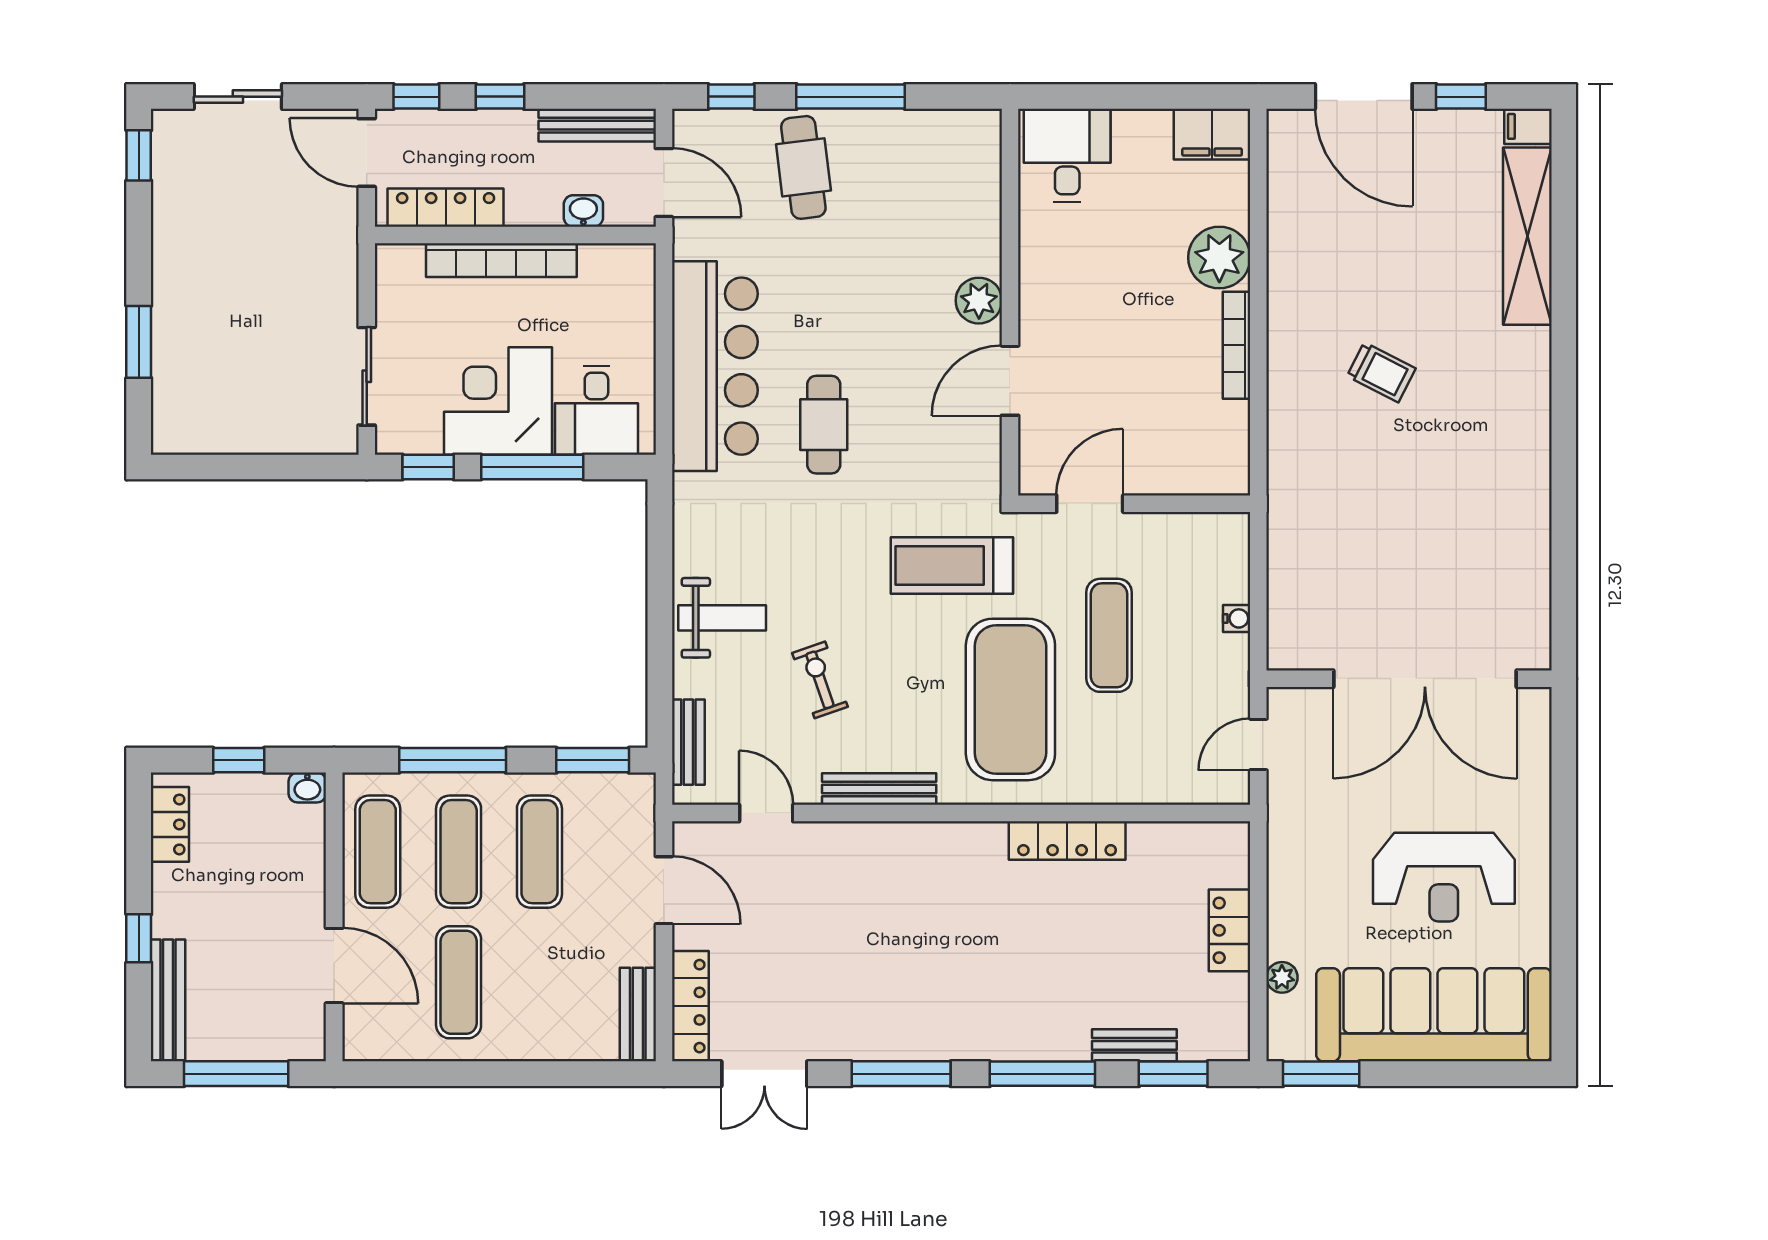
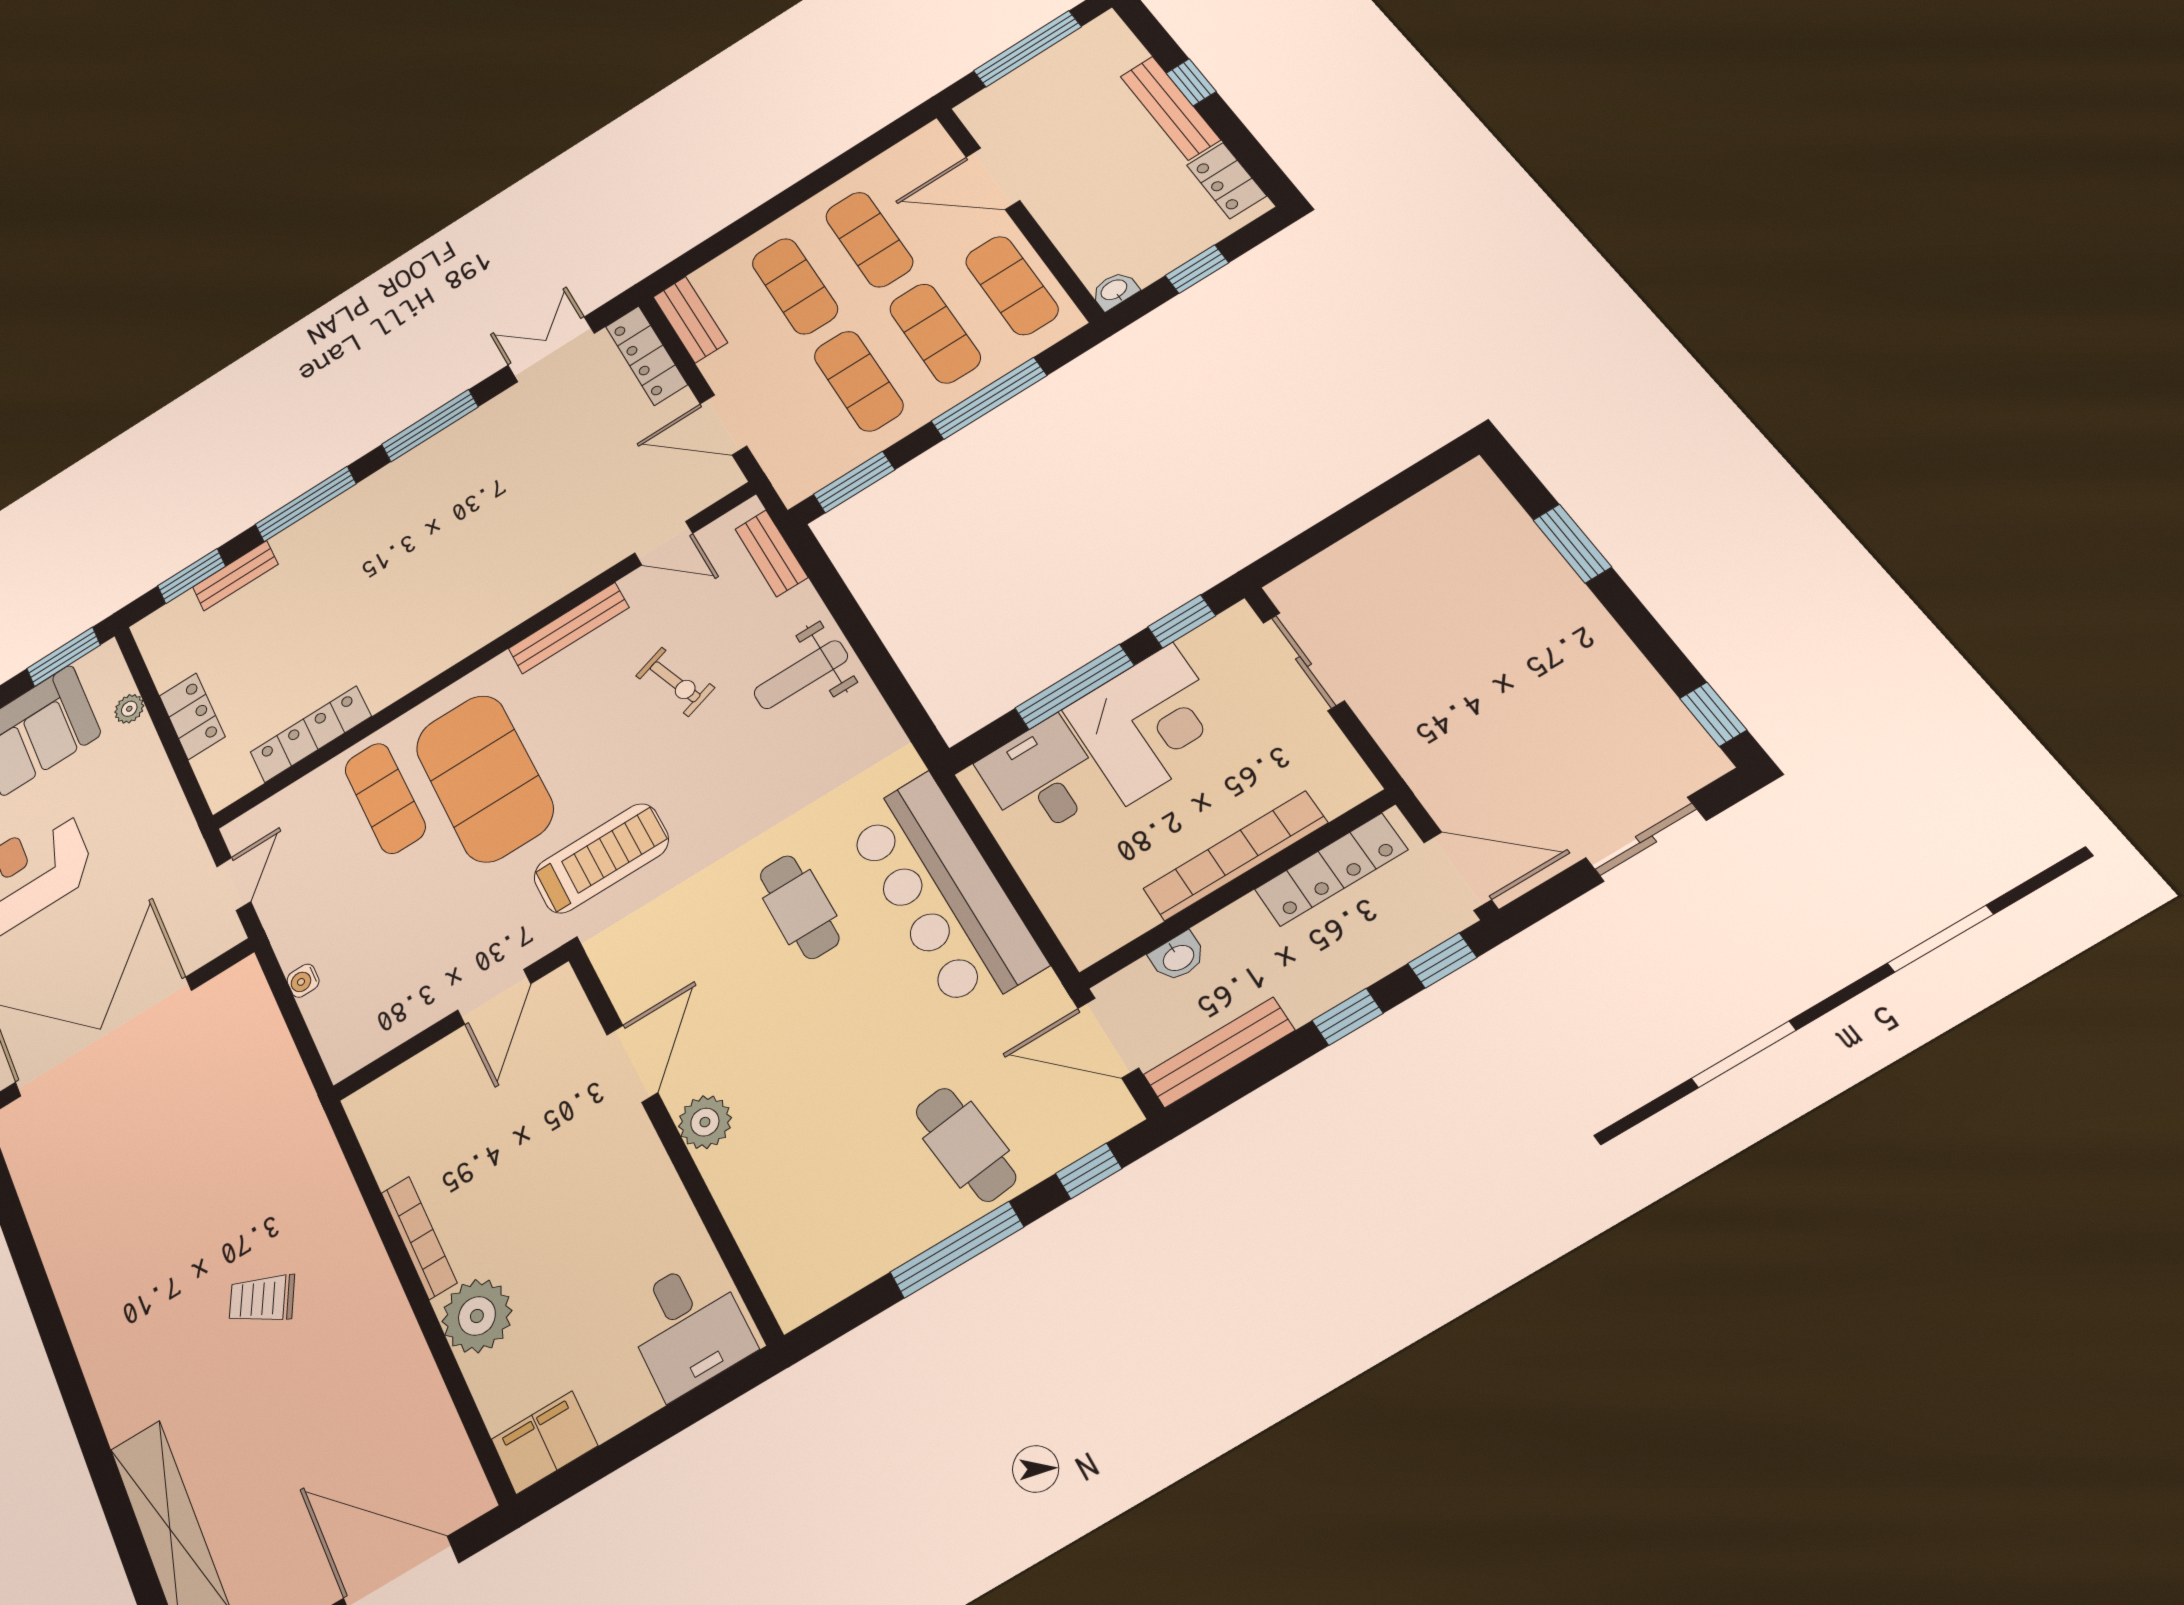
exercise mat: (1109, 635) -> (385, 798), moved
locker: (1067, 840) -> (311, 734), moved
exercise mat: (539, 982) -> (795, 286), added
bench: (168, 1000) -> (1170, 108), moved

